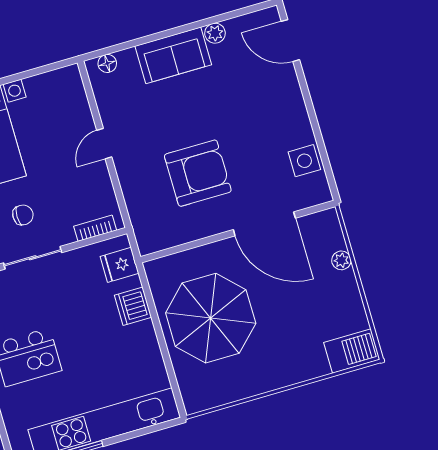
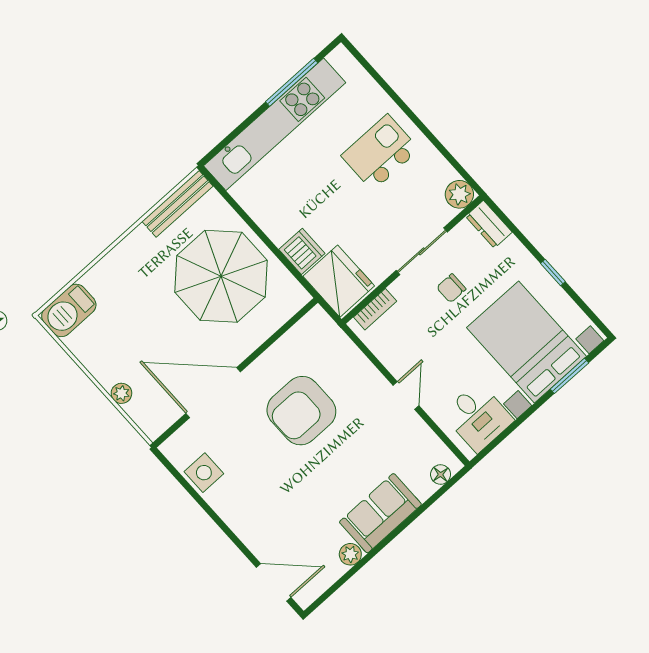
desk: (53, 96) -> (478, 417), added
fridge: (119, 265) -> (339, 281), width x1.88, depth x1.34
bench: (218, 396) -> (177, 204), added

